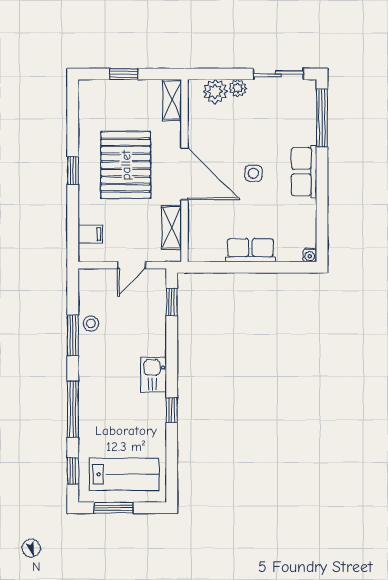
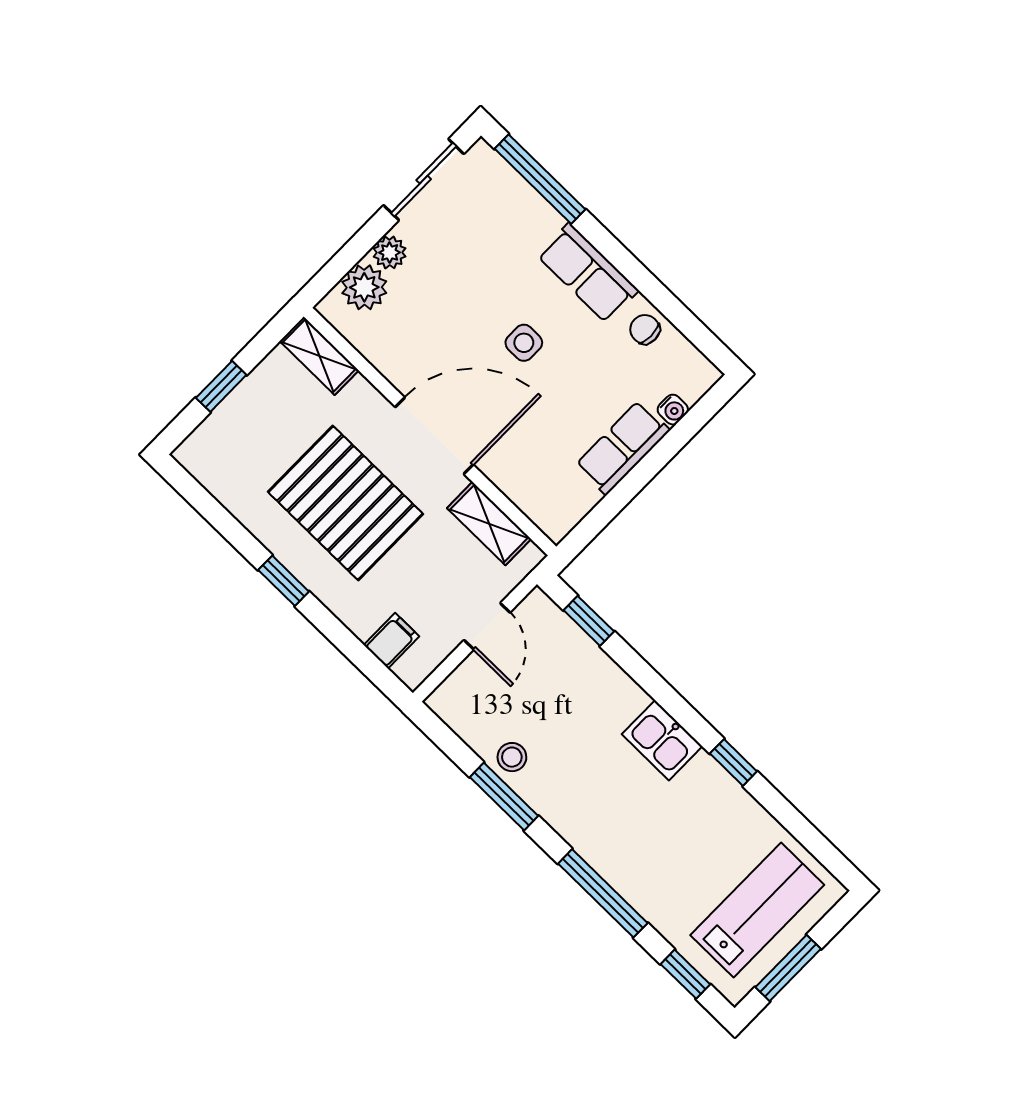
chair: (304, 214) -> (645, 329), added
water cooler: (310, 255) -> (673, 410), moved

